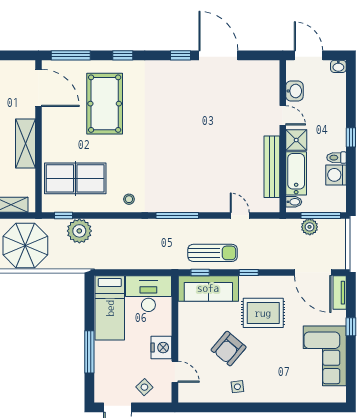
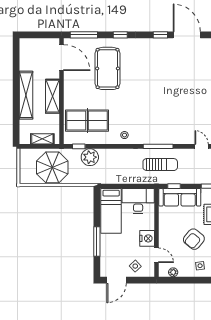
sun lounger: (213, 253) -> (160, 165), moved
plant: (199, 396) -> (173, 272), added

